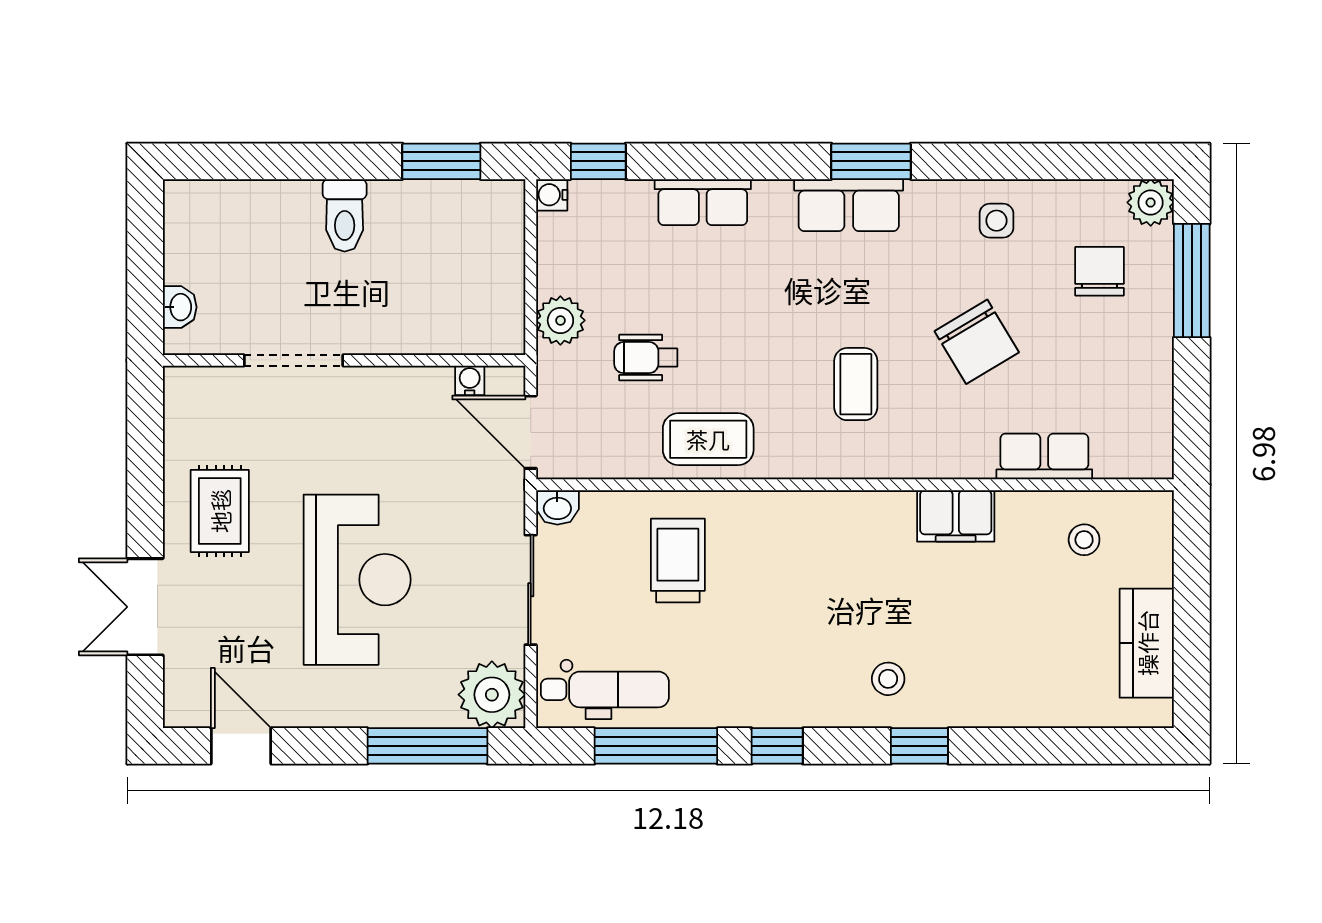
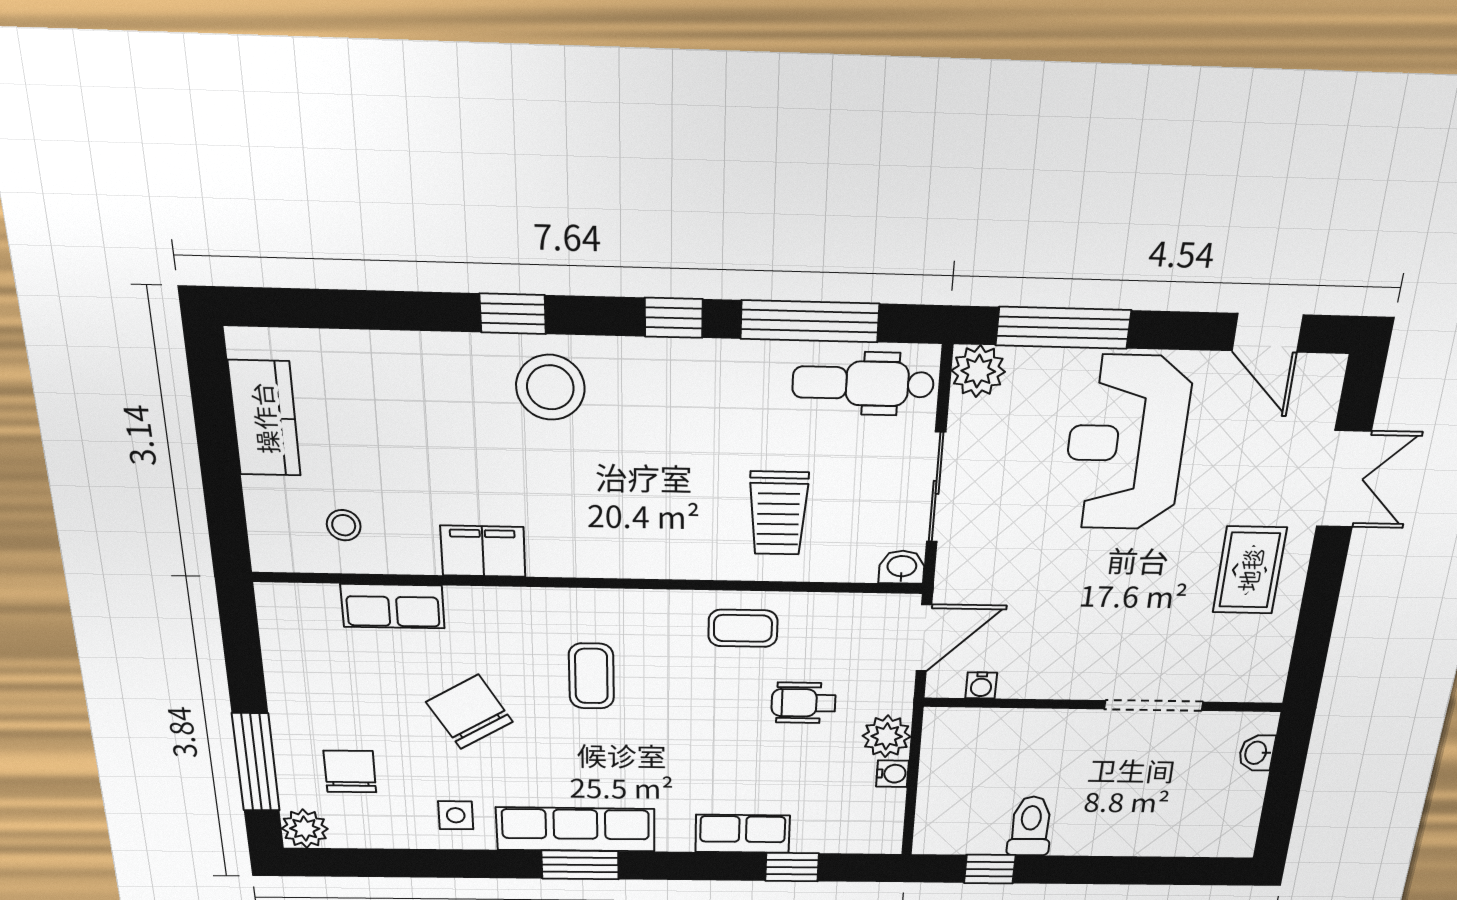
window: (441, 161) -> (990, 869), width x0.67
window: (598, 161) -> (792, 867), moved
water cooler: (552, 195) -> (892, 774), moved
row of seats: (849, 205) -> (576, 829), width x1.48
toilet: (345, 215) -> (1030, 826), moved
chair: (1099, 271) -> (350, 771), turned 180
wheelchair: (646, 358) -> (804, 703), turned 180
door: (531, 432) -> (924, 638), hinge flipped
coffee table: (708, 439) -> (743, 628), width x0.73, depth x0.77
reception desk: (357, 580) -> (1126, 444), moved
stool: (888, 679) -> (550, 387), width x1.89, depth x1.89
plant: (492, 695) -> (978, 371), width x0.73, depth x0.73

